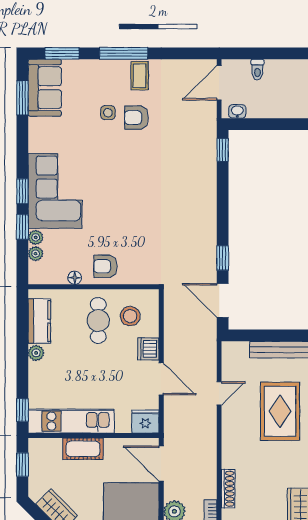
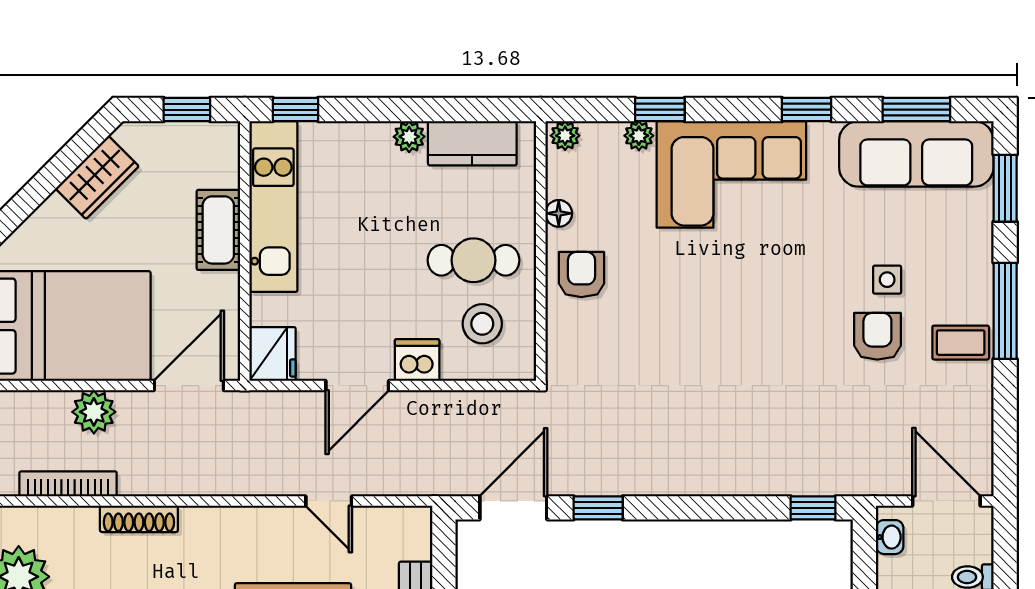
sofa: (45, 88) -> (916, 154), width x1.36
window: (22, 191) -> (806, 110), moved
plant: (36, 254) -> (565, 136), moved

